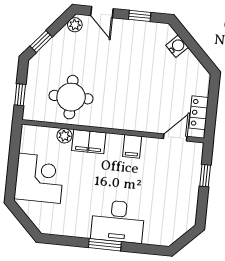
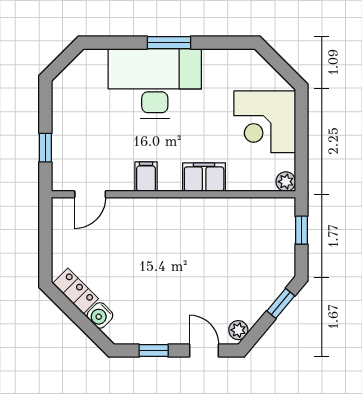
round table: (71, 97) -> (234, 234), removed
locker: (199, 113) -> (76, 291), moved, turned -45
plant: (64, 136) -> (286, 182), moved
desk: (118, 221) -> (155, 83), width x1.36, depth x1.30

